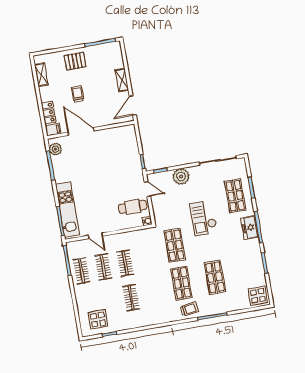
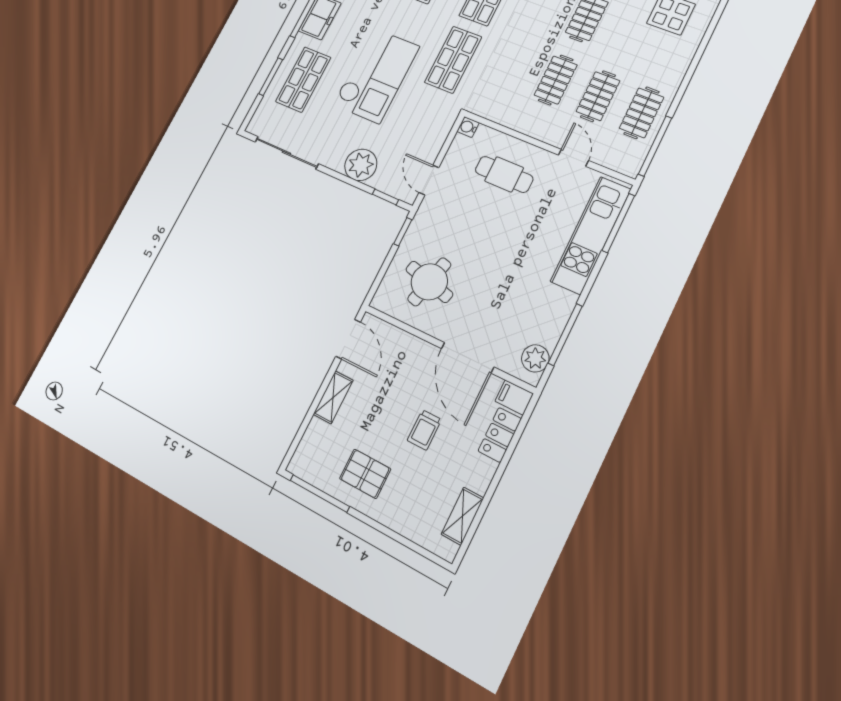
pallet: (75, 61) -> (365, 474), moved
door: (133, 105) -> (348, 339), hinge flipped
round table: (117, 149) -> (429, 282), added
cafe table: (133, 207) -> (504, 174), moved
checkout: (203, 218) -> (376, 75), width x1.36, depth x1.21

